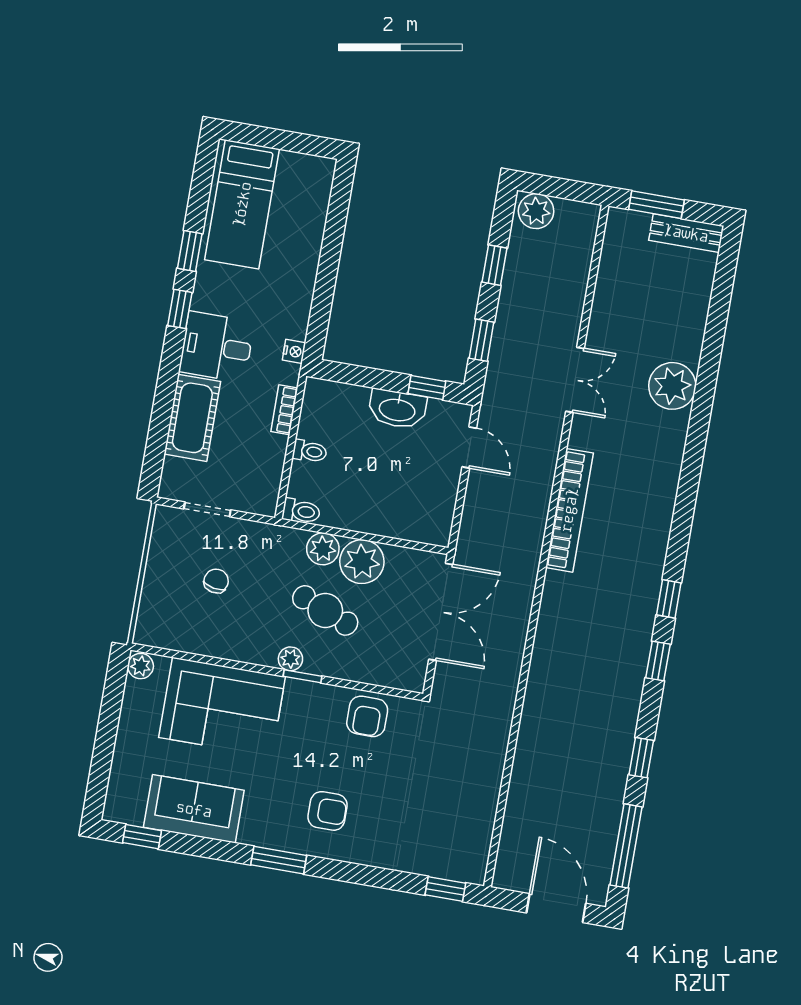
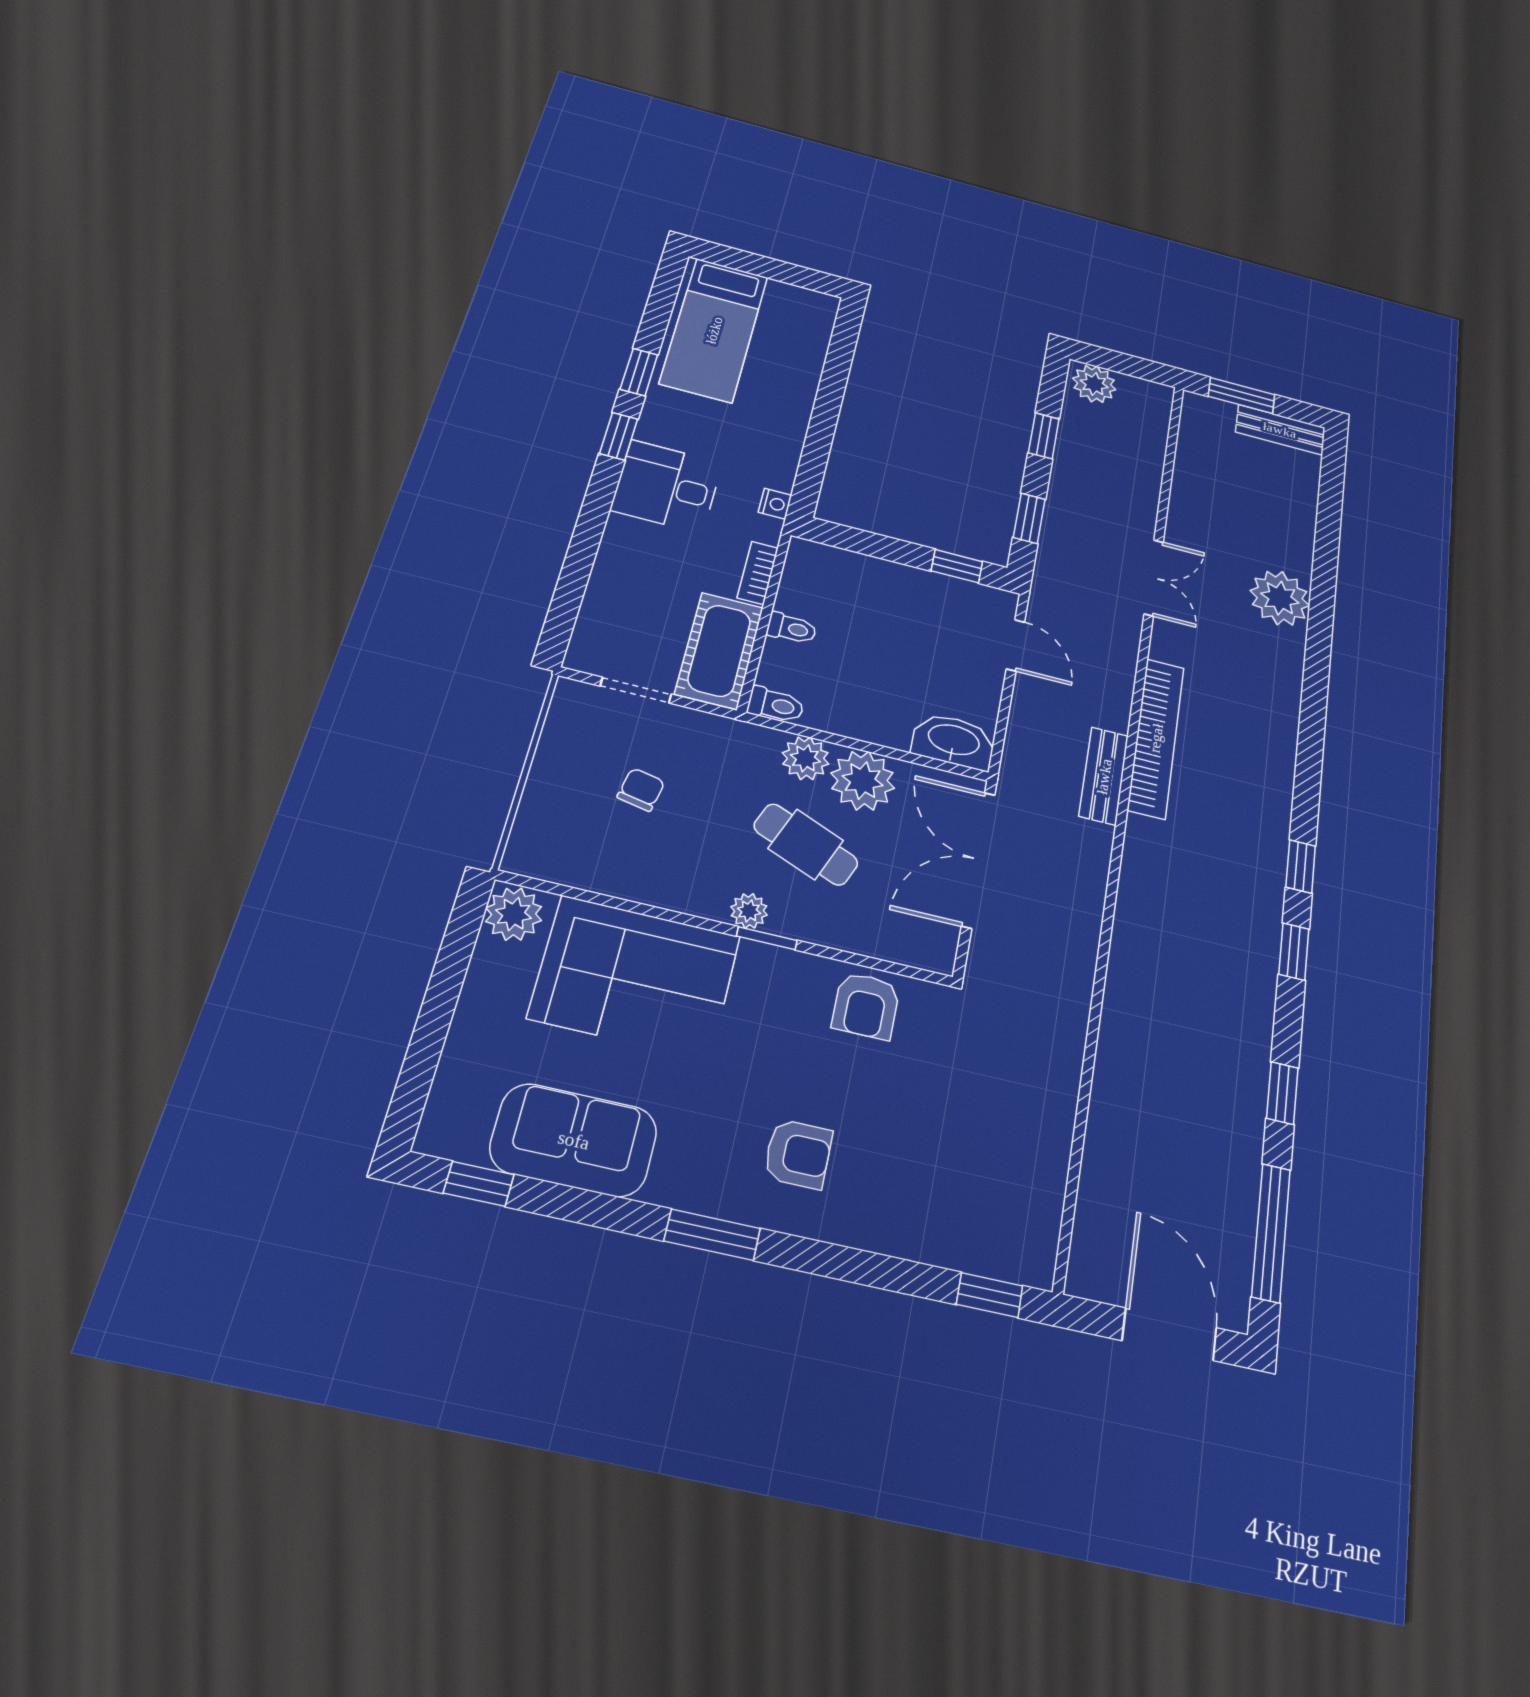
washbasin: (397, 409) -> (954, 741), moved, turned 180
cot: (192, 418) -> (719, 650), moved
bench: (530, 543) -> (1104, 776), added
double door: (441, 612) -> (978, 859), swing flipped
plant: (140, 666) -> (514, 914), width x1.38, depth x1.38

